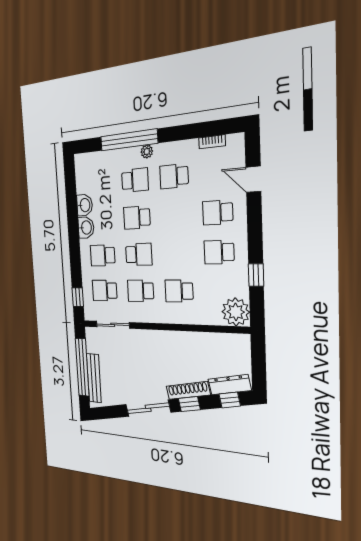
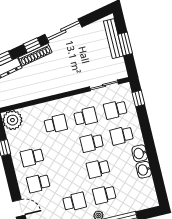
school desk: (218, 213) -> (38, 183), turned 180
school desk: (137, 218) -> (98, 169), turned 180
school desk: (219, 252) -> (32, 157), turned 180
school desk: (103, 255) -> (122, 135), turned 180
school desk: (105, 291) -> (115, 110), turned 180
window: (82, 367) -> (125, 44), width x0.47

